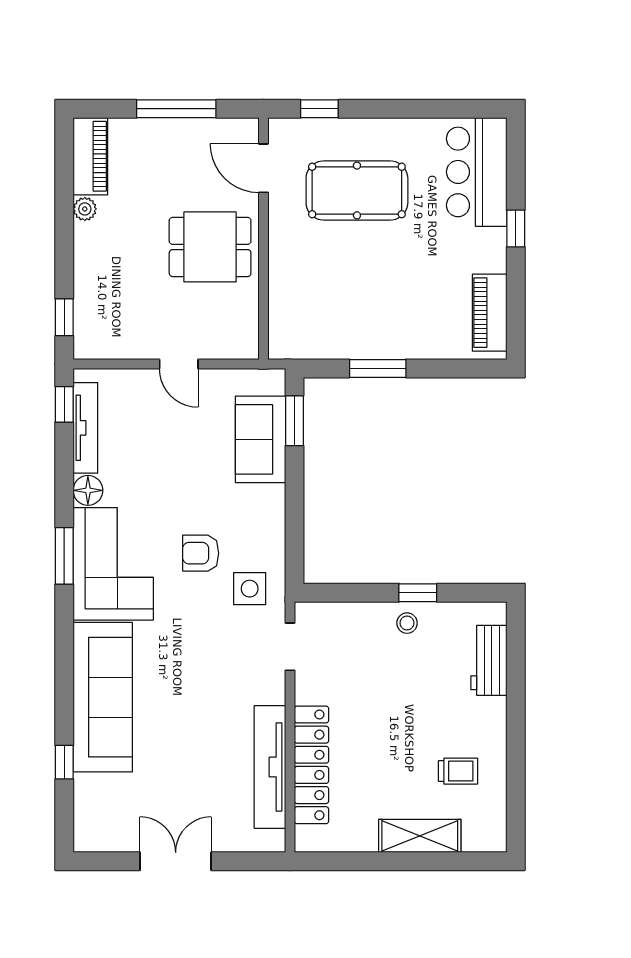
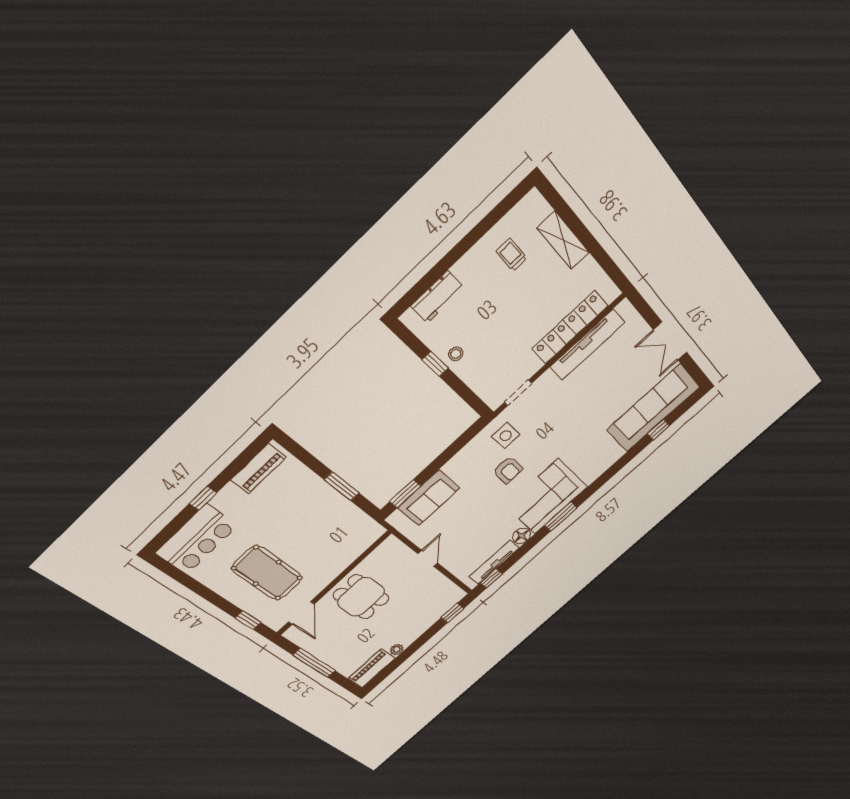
sofa: (103, 697) -> (653, 408), moved

